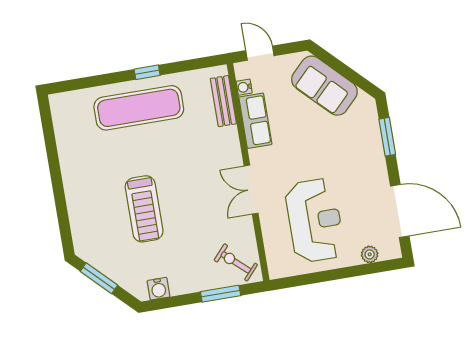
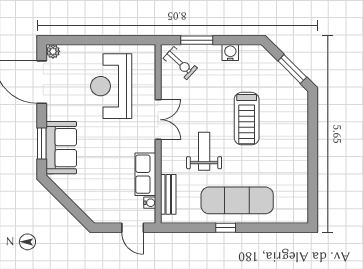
sofa: (324, 86) -> (61, 148), moved, turned 45
weight bench: (189, 161) -> (204, 151), added
treadmill: (144, 209) -> (247, 119), turned 180
plant: (370, 254) -> (53, 51), moved
water cooler: (159, 289) -> (230, 53), moved

